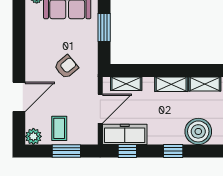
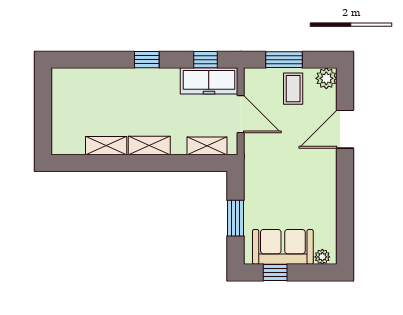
armchair: (66, 67) -> (284, 168), removed
door: (100, 109) -> (241, 114), swing flipped
boiler: (198, 131) -> (115, 85), removed

